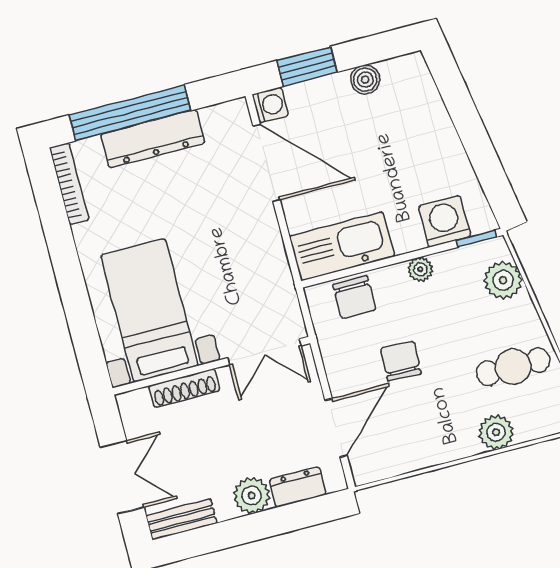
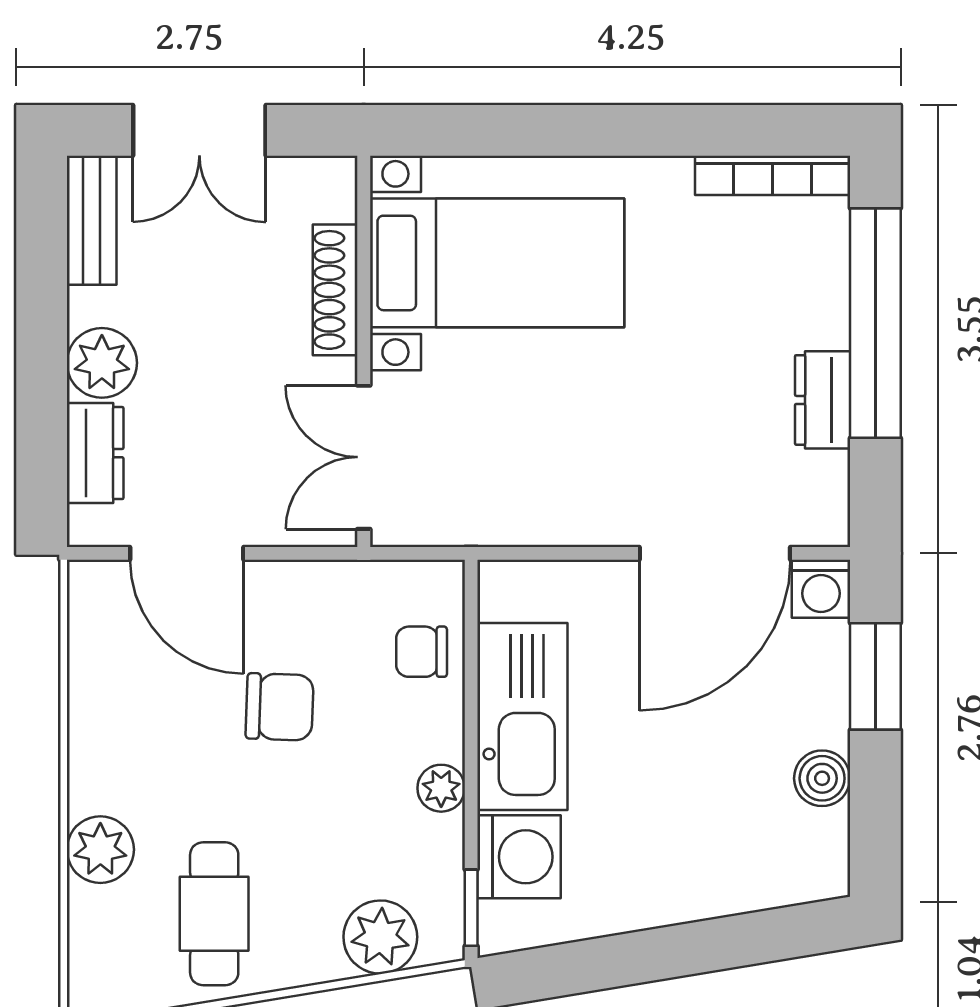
dresser: (153, 139) -> (823, 400), width x0.51, depth x0.80
kitchen sink: (342, 246) -> (522, 717), moved
chair: (354, 297) -> (422, 652), width x0.73, depth x0.73

